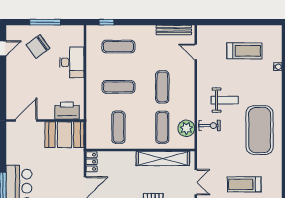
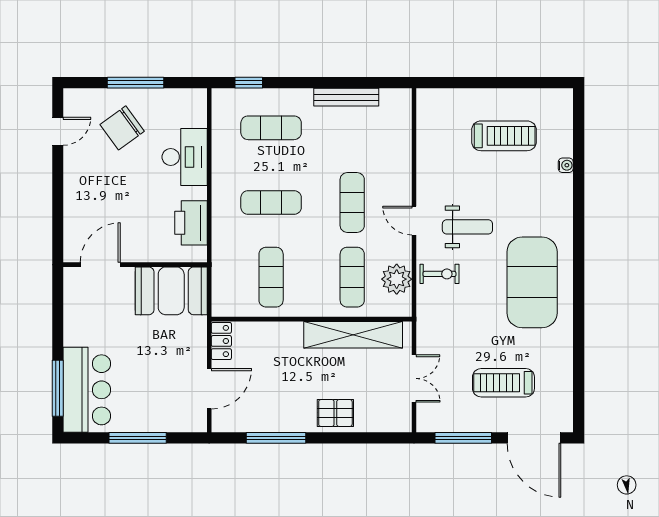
bench: (174, 30) -> (346, 97), moved
door: (196, 52) -> (414, 221), moved
printer: (67, 111) -> (191, 223), moved, turned -90

